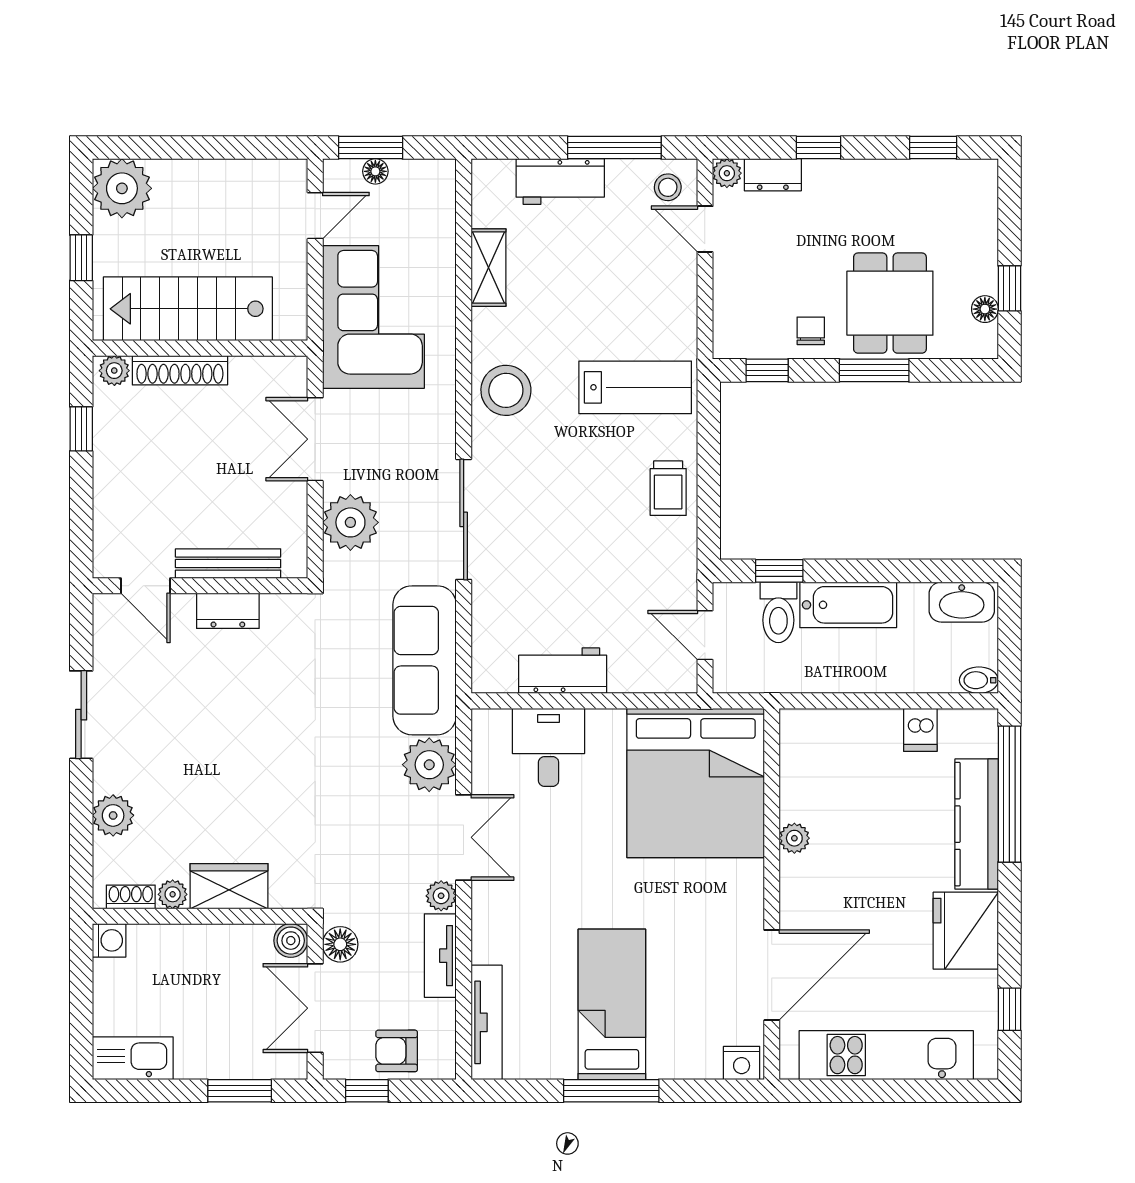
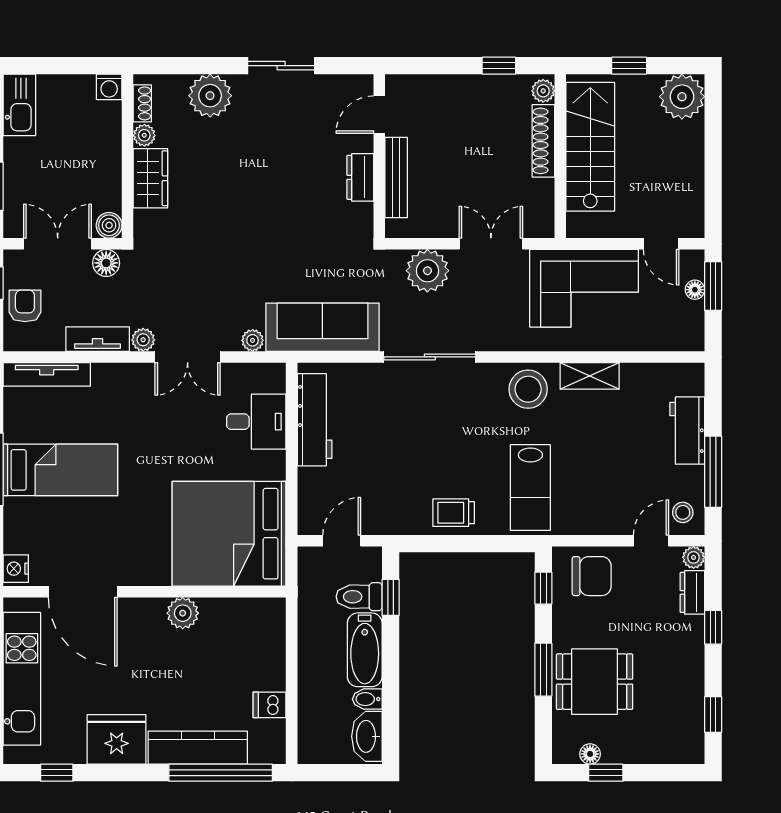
shelving: (488, 268) -> (590, 376), moved
chair: (811, 331) -> (592, 576), moved, width x1.87, depth x1.87
workbench: (563, 671) -> (315, 420), width x1.38
bidet: (979, 680) -> (367, 699), moved, turned -90
plant: (429, 765) -> (253, 340), width x0.53, depth x0.53
plant: (113, 815) -> (210, 96), width x1.36, depth x1.36
plant: (794, 838) -> (183, 613), width x1.38, depth x1.38

